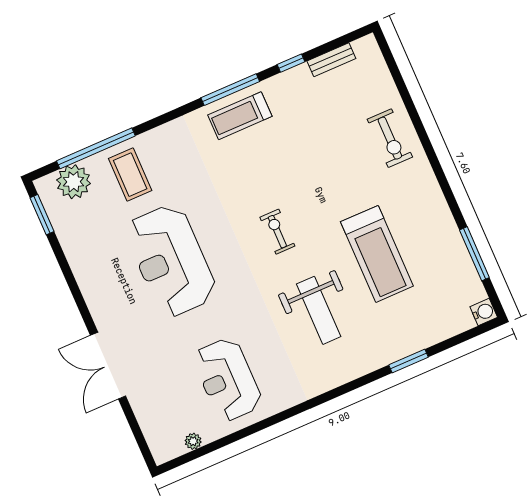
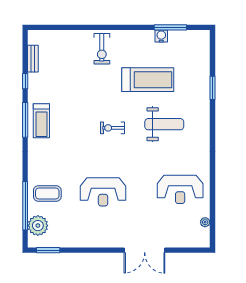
exercise bike: (390, 138) -> (102, 49), moved, turned 90
reception desk: (171, 261) -> (103, 192), width x0.74, depth x0.77
water cooler: (484, 312) -> (161, 36), moved

